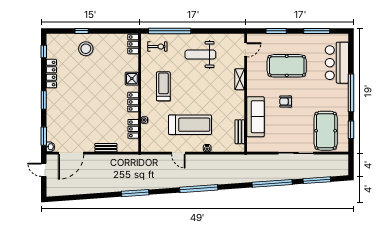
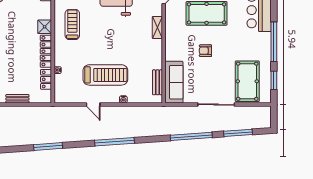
treadmill: (163, 86) -> (72, 25), moved
locker: (133, 102) -> (46, 51), width x1.53
sofa: (255, 117) -> (174, 82), moved

